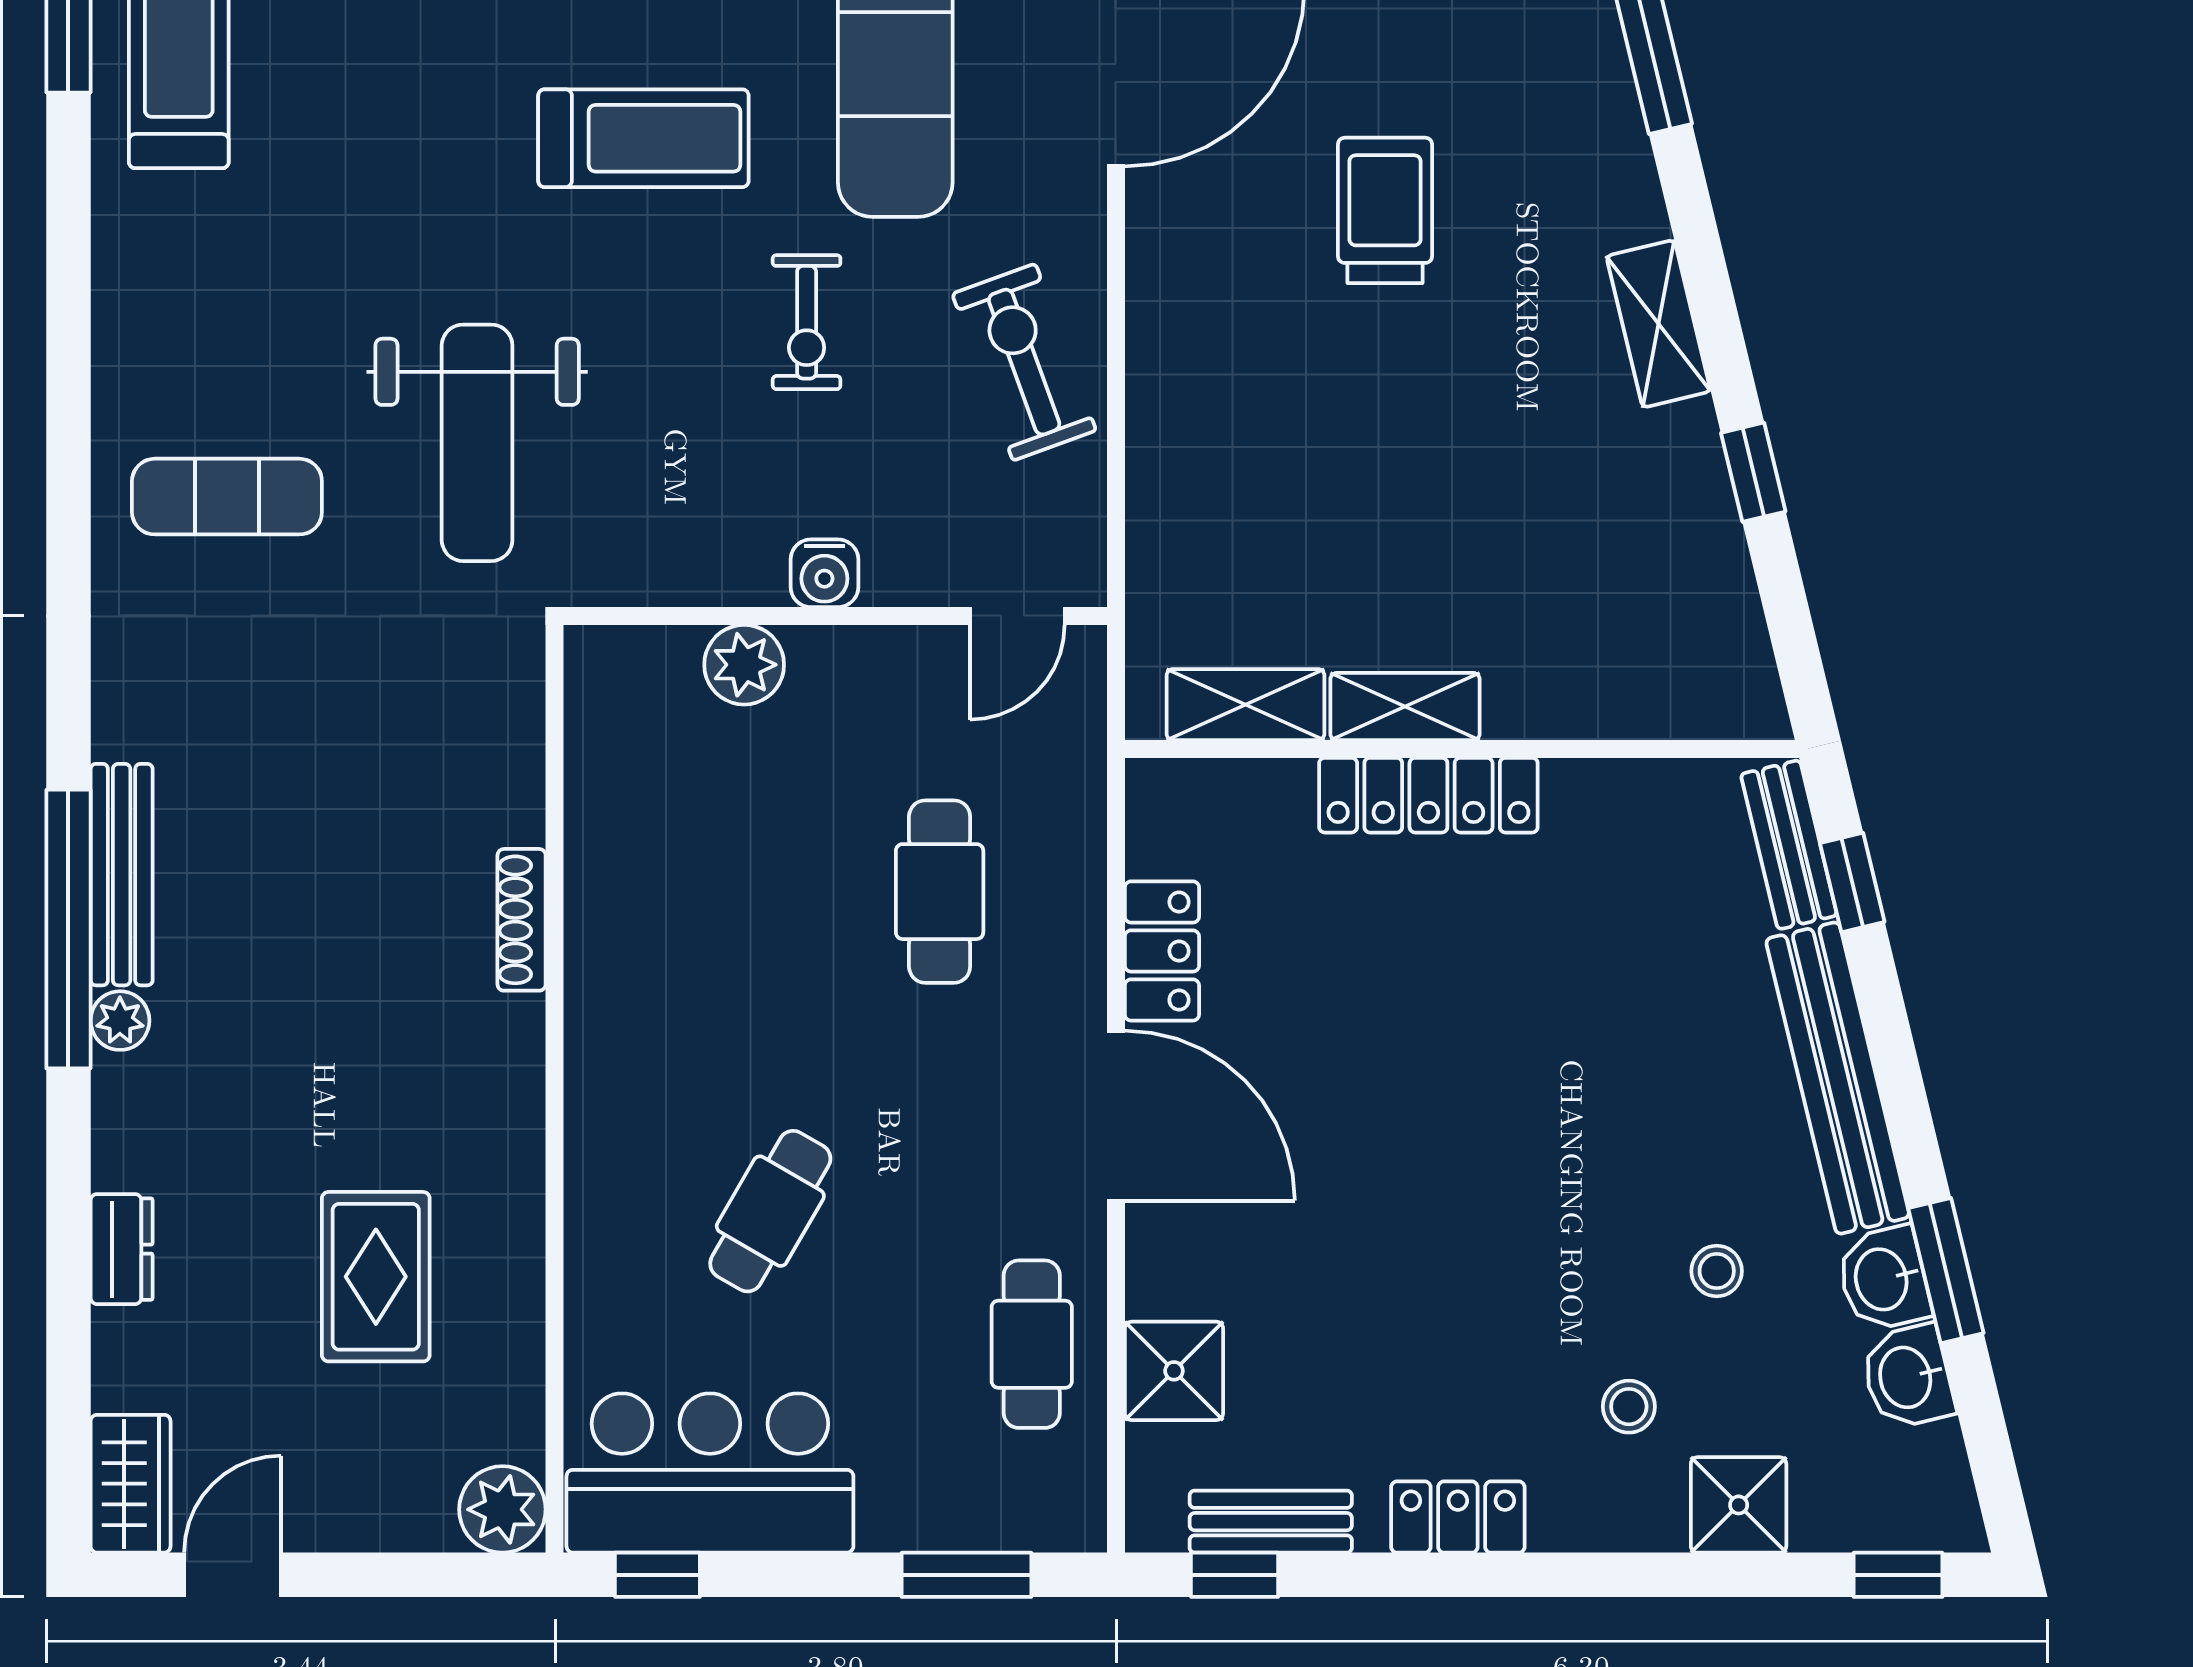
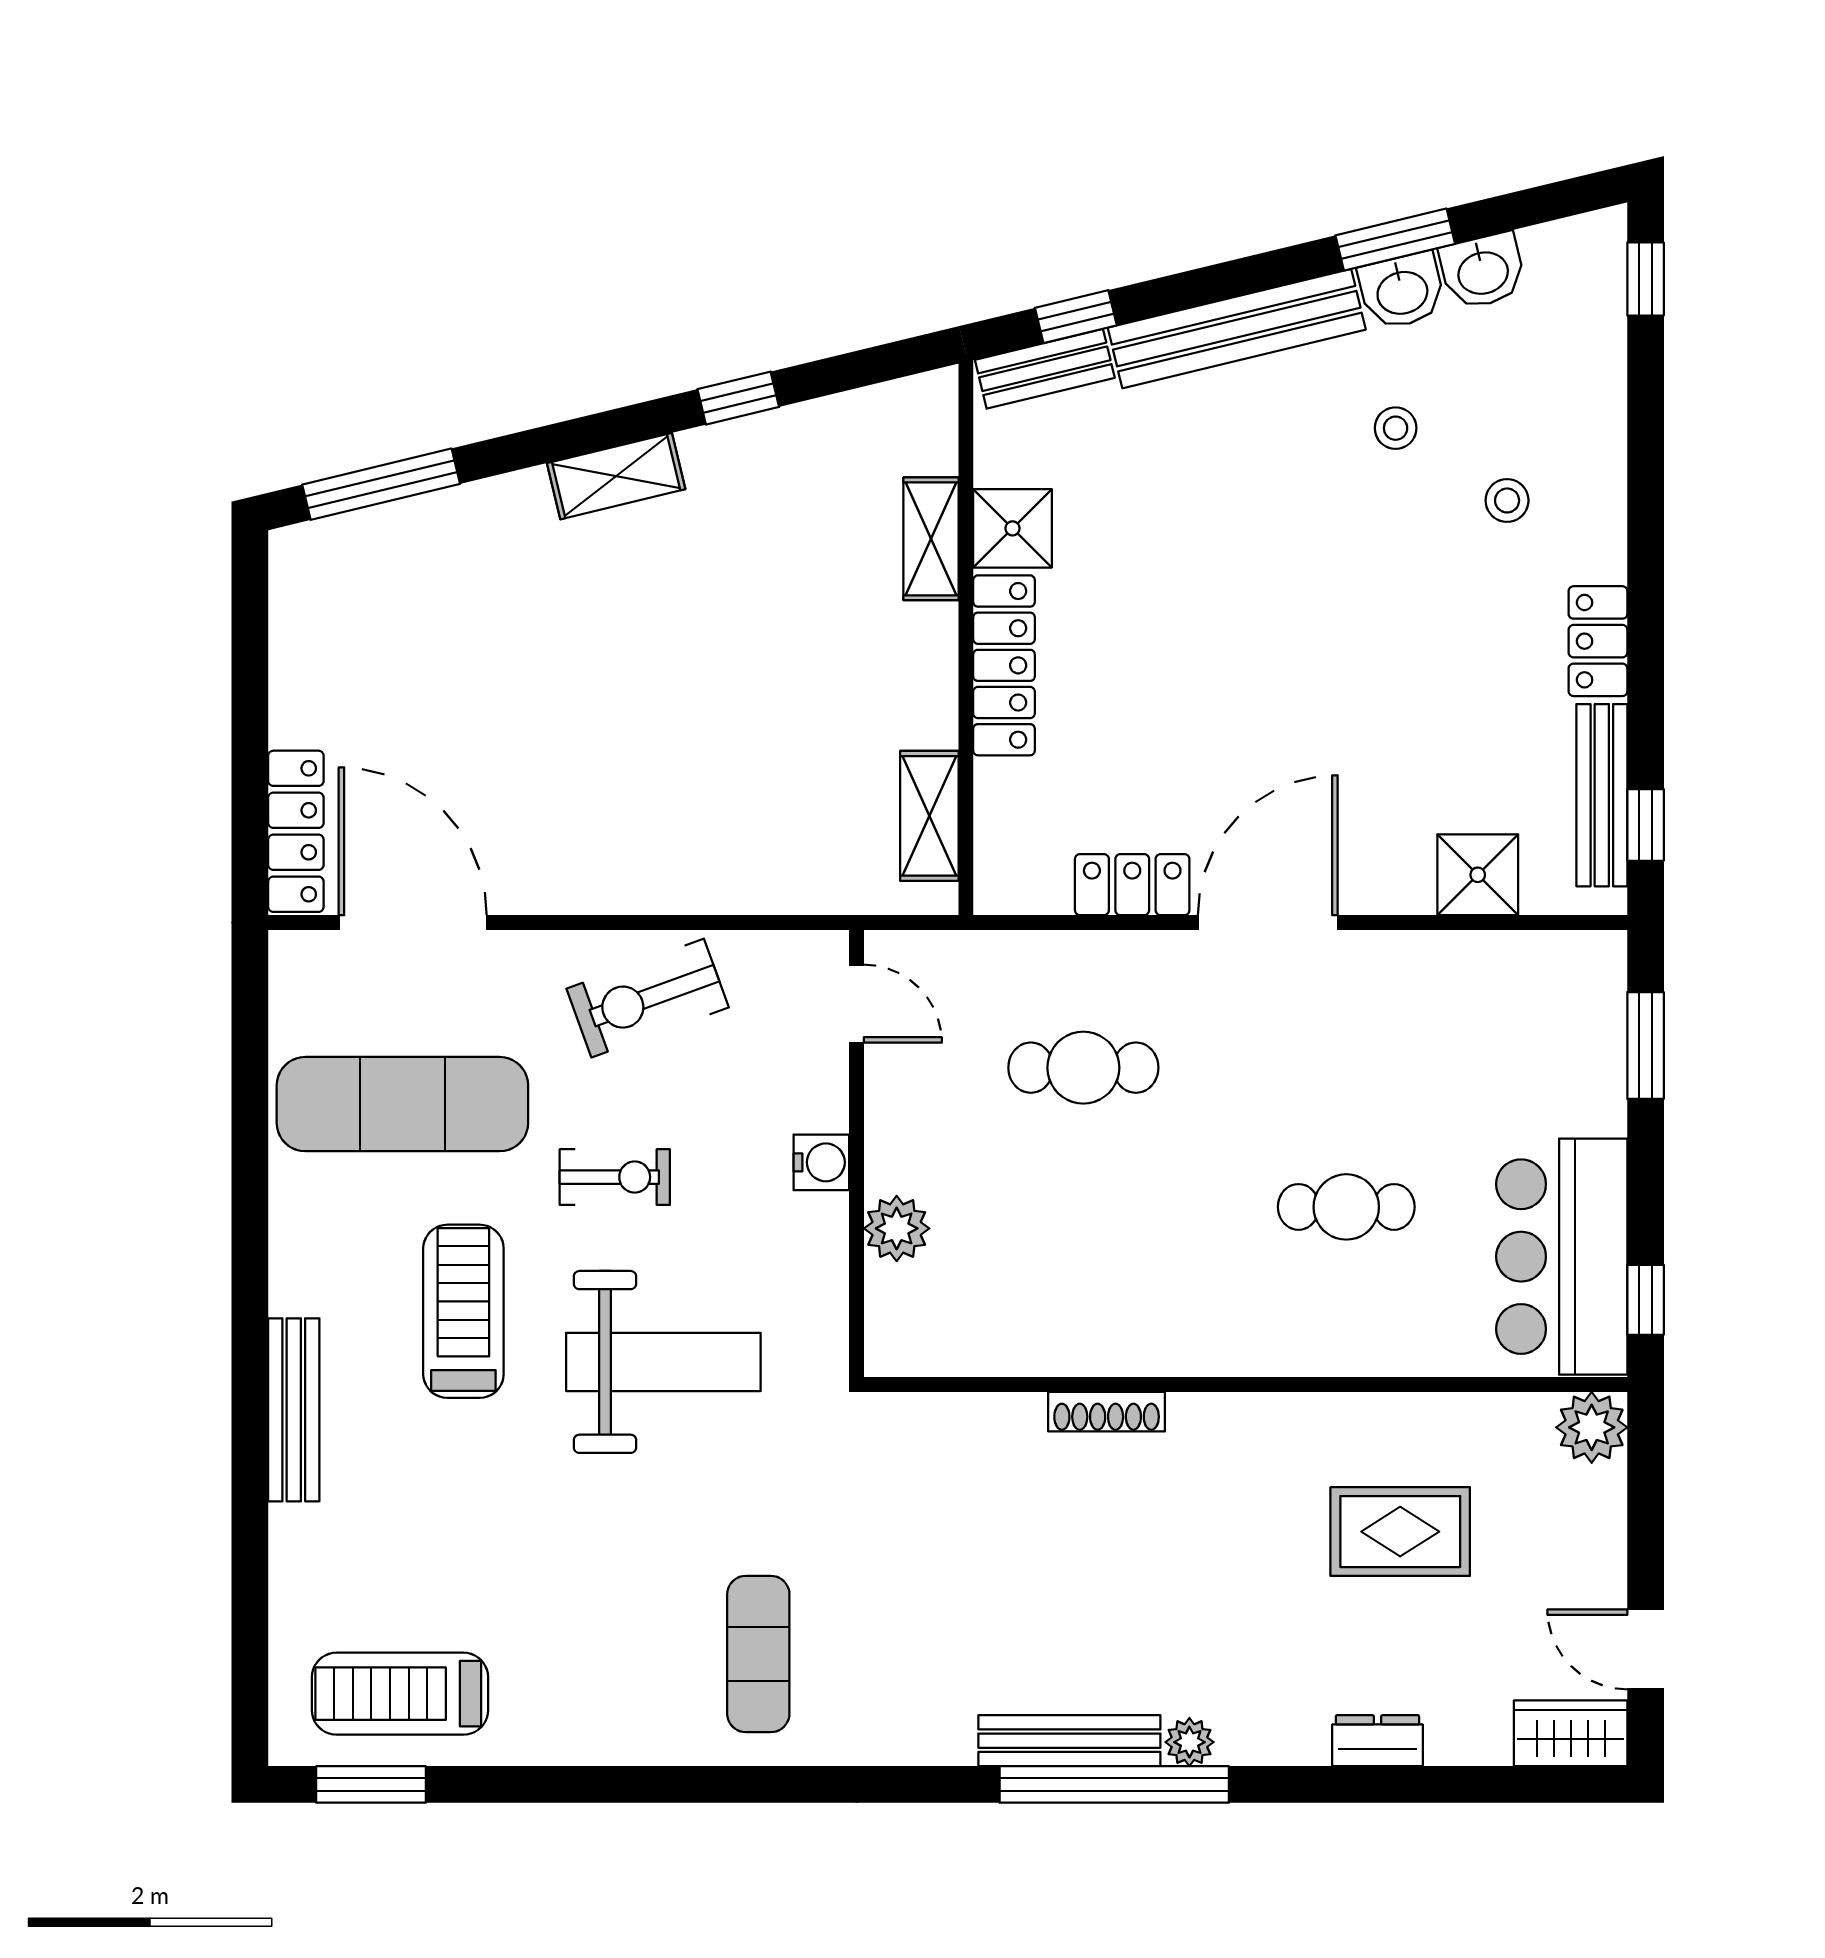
trolley: (1385, 210) -> (523, 701), removed
weight bench: (477, 443) -> (663, 1362), moved
shelving: (1405, 706) -> (931, 539), moved
cafe table: (770, 1211) -> (1346, 1207), turned -30
cafe table: (1032, 1344) -> (1456, 992), removed
shower: (1739, 1505) -> (1013, 528), moved
bench: (1271, 1522) -> (1602, 795), width x1.36

